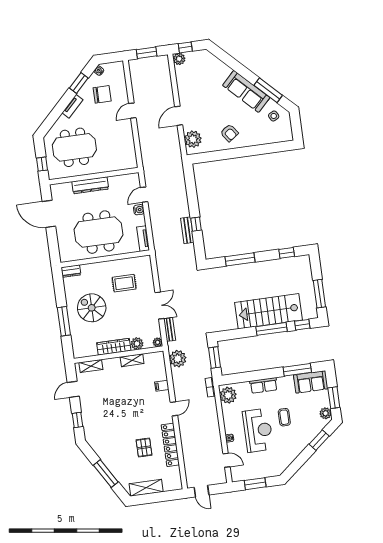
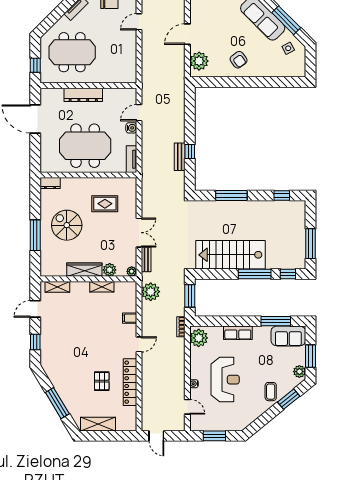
stairs: (268, 311) -> (231, 255), moved
coffee table: (284, 417) -> (271, 392), moved

